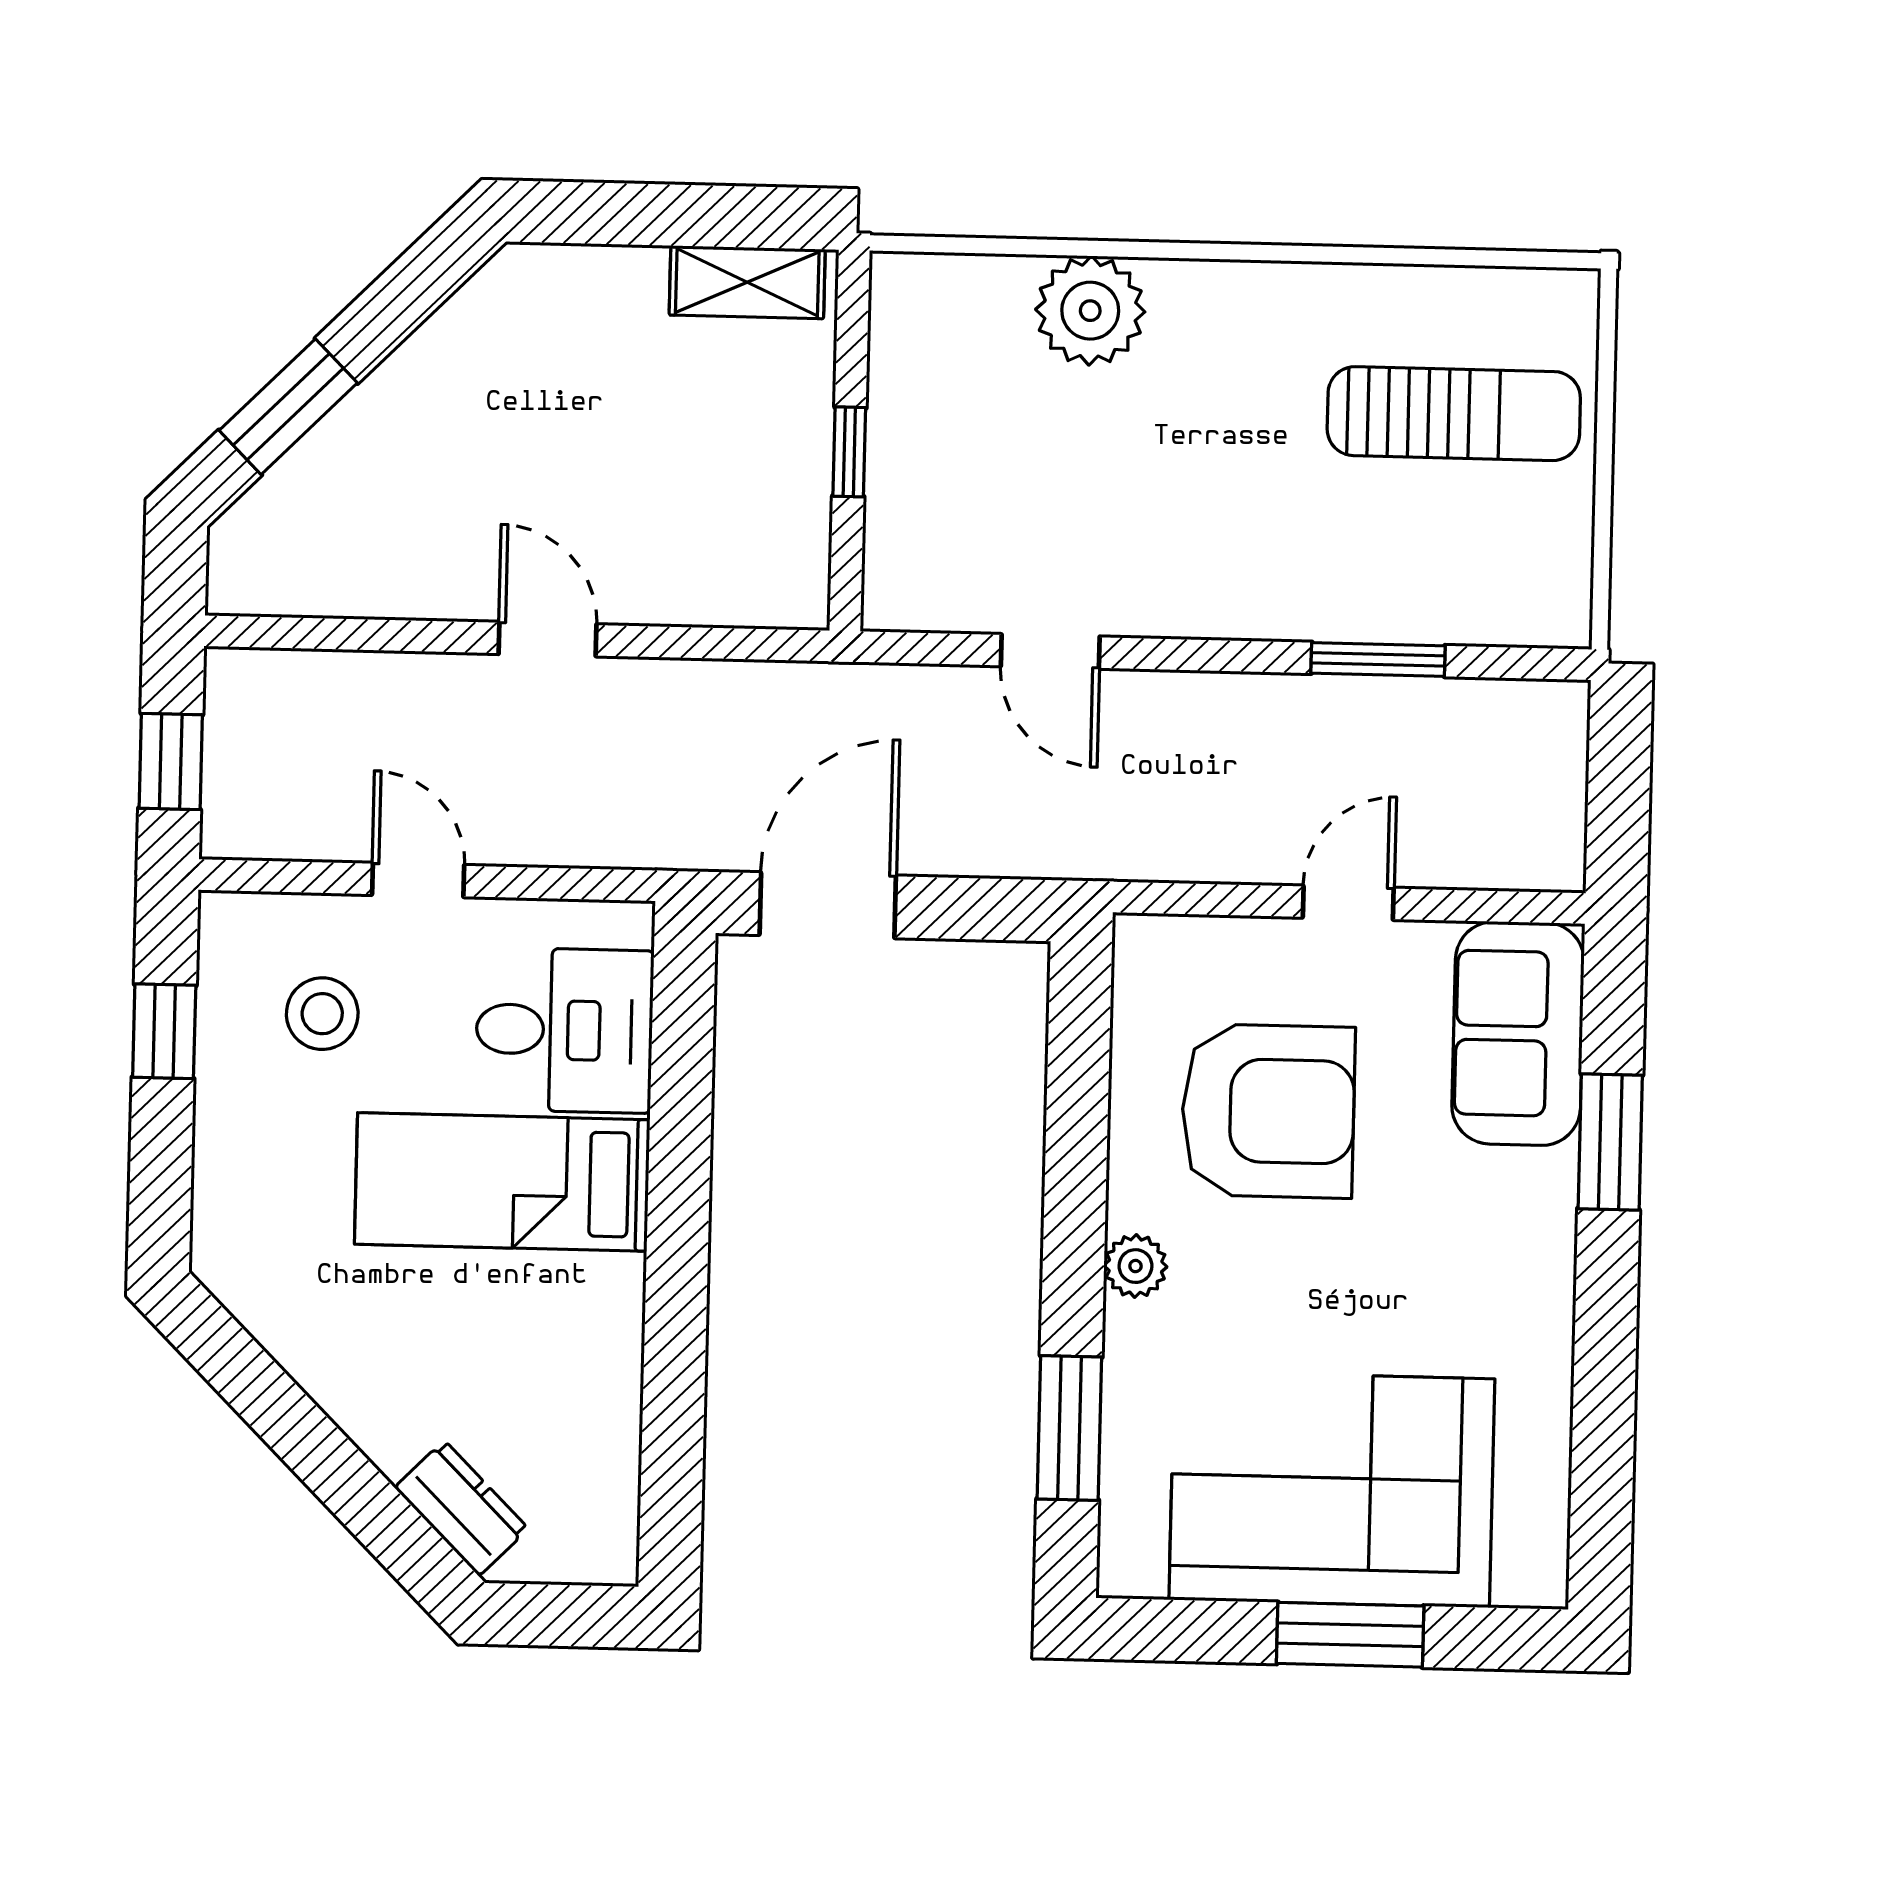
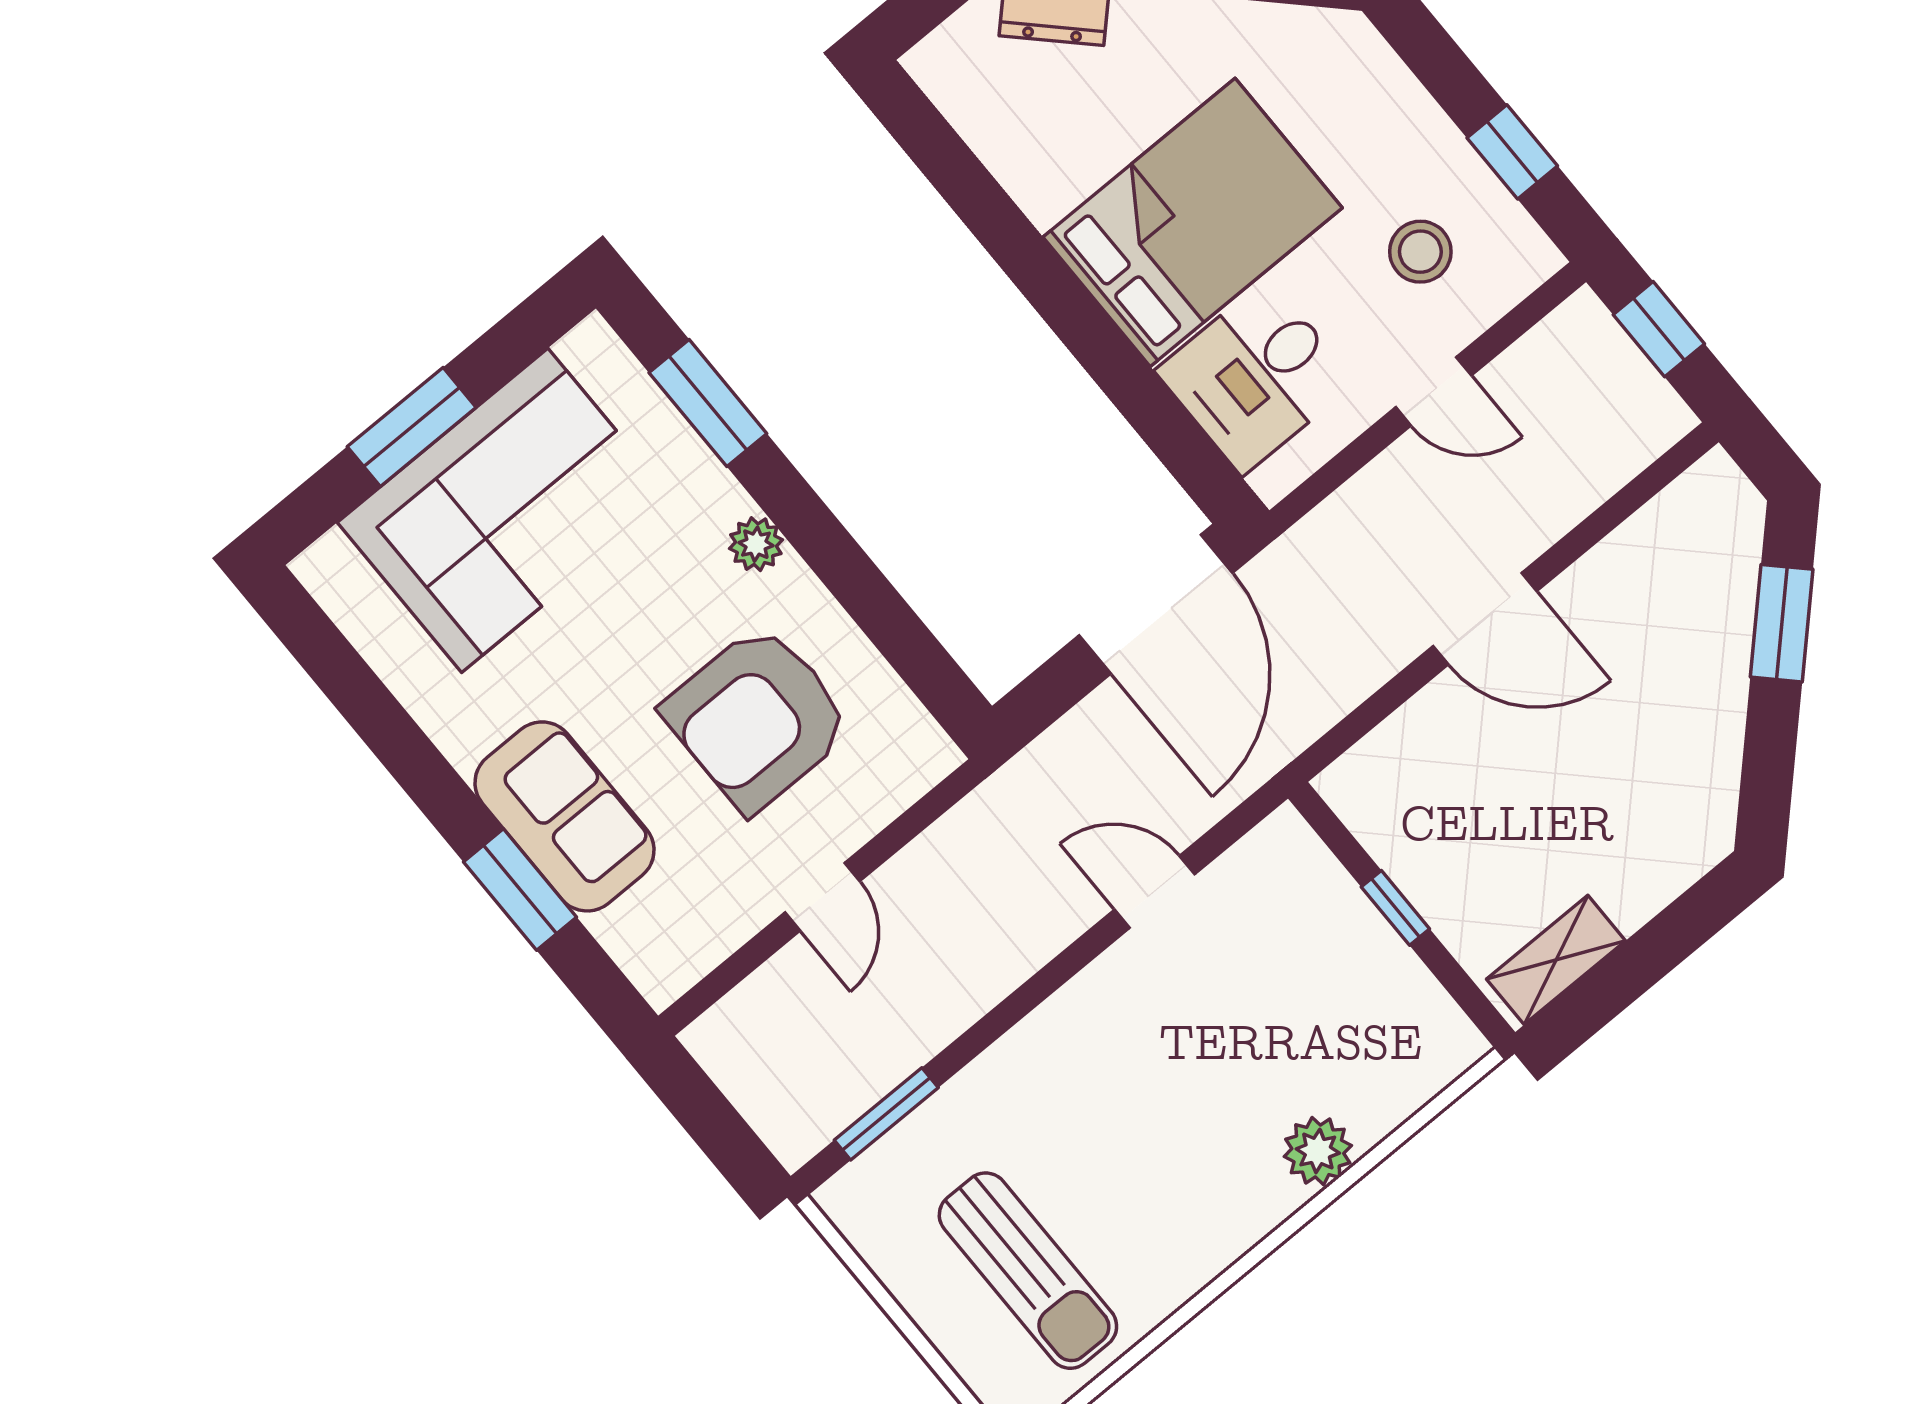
plant: (1090, 311) -> (1318, 1151), width x0.73, depth x0.73
sun lounger: (1454, 414) -> (1028, 1271), turned -90
door: (548, 639) -> (1485, 619), width x1.38
window: (1378, 659) -> (886, 1114), moved
door: (828, 905) -> (1156, 604), width x1.36
sofa: (1518, 1033) -> (565, 816), moved
bed: (502, 1182) -> (1193, 222), width x1.50

